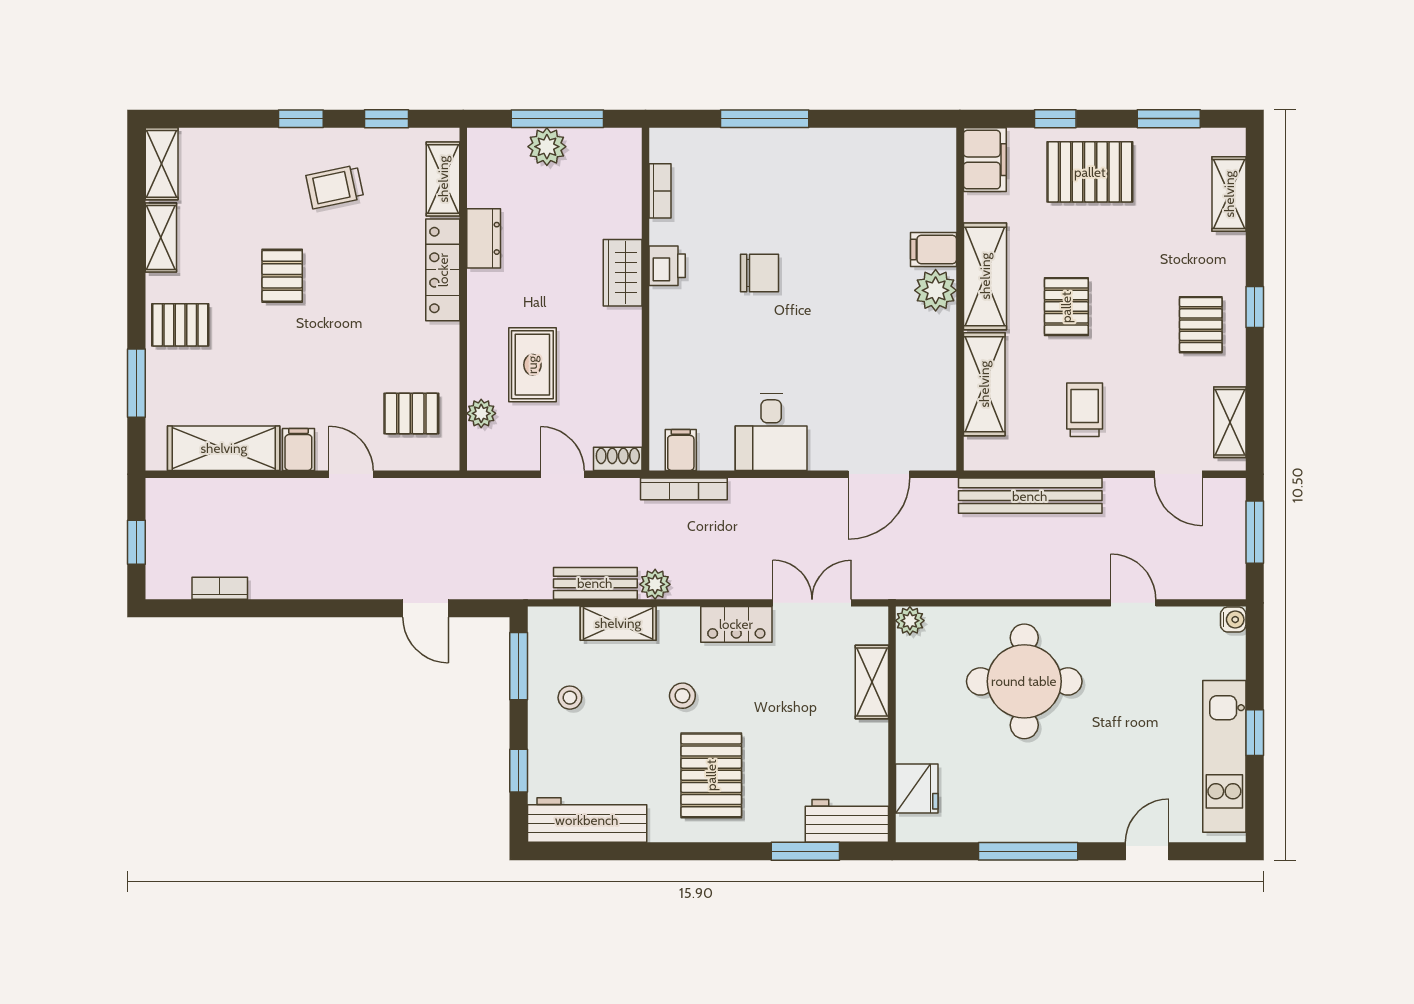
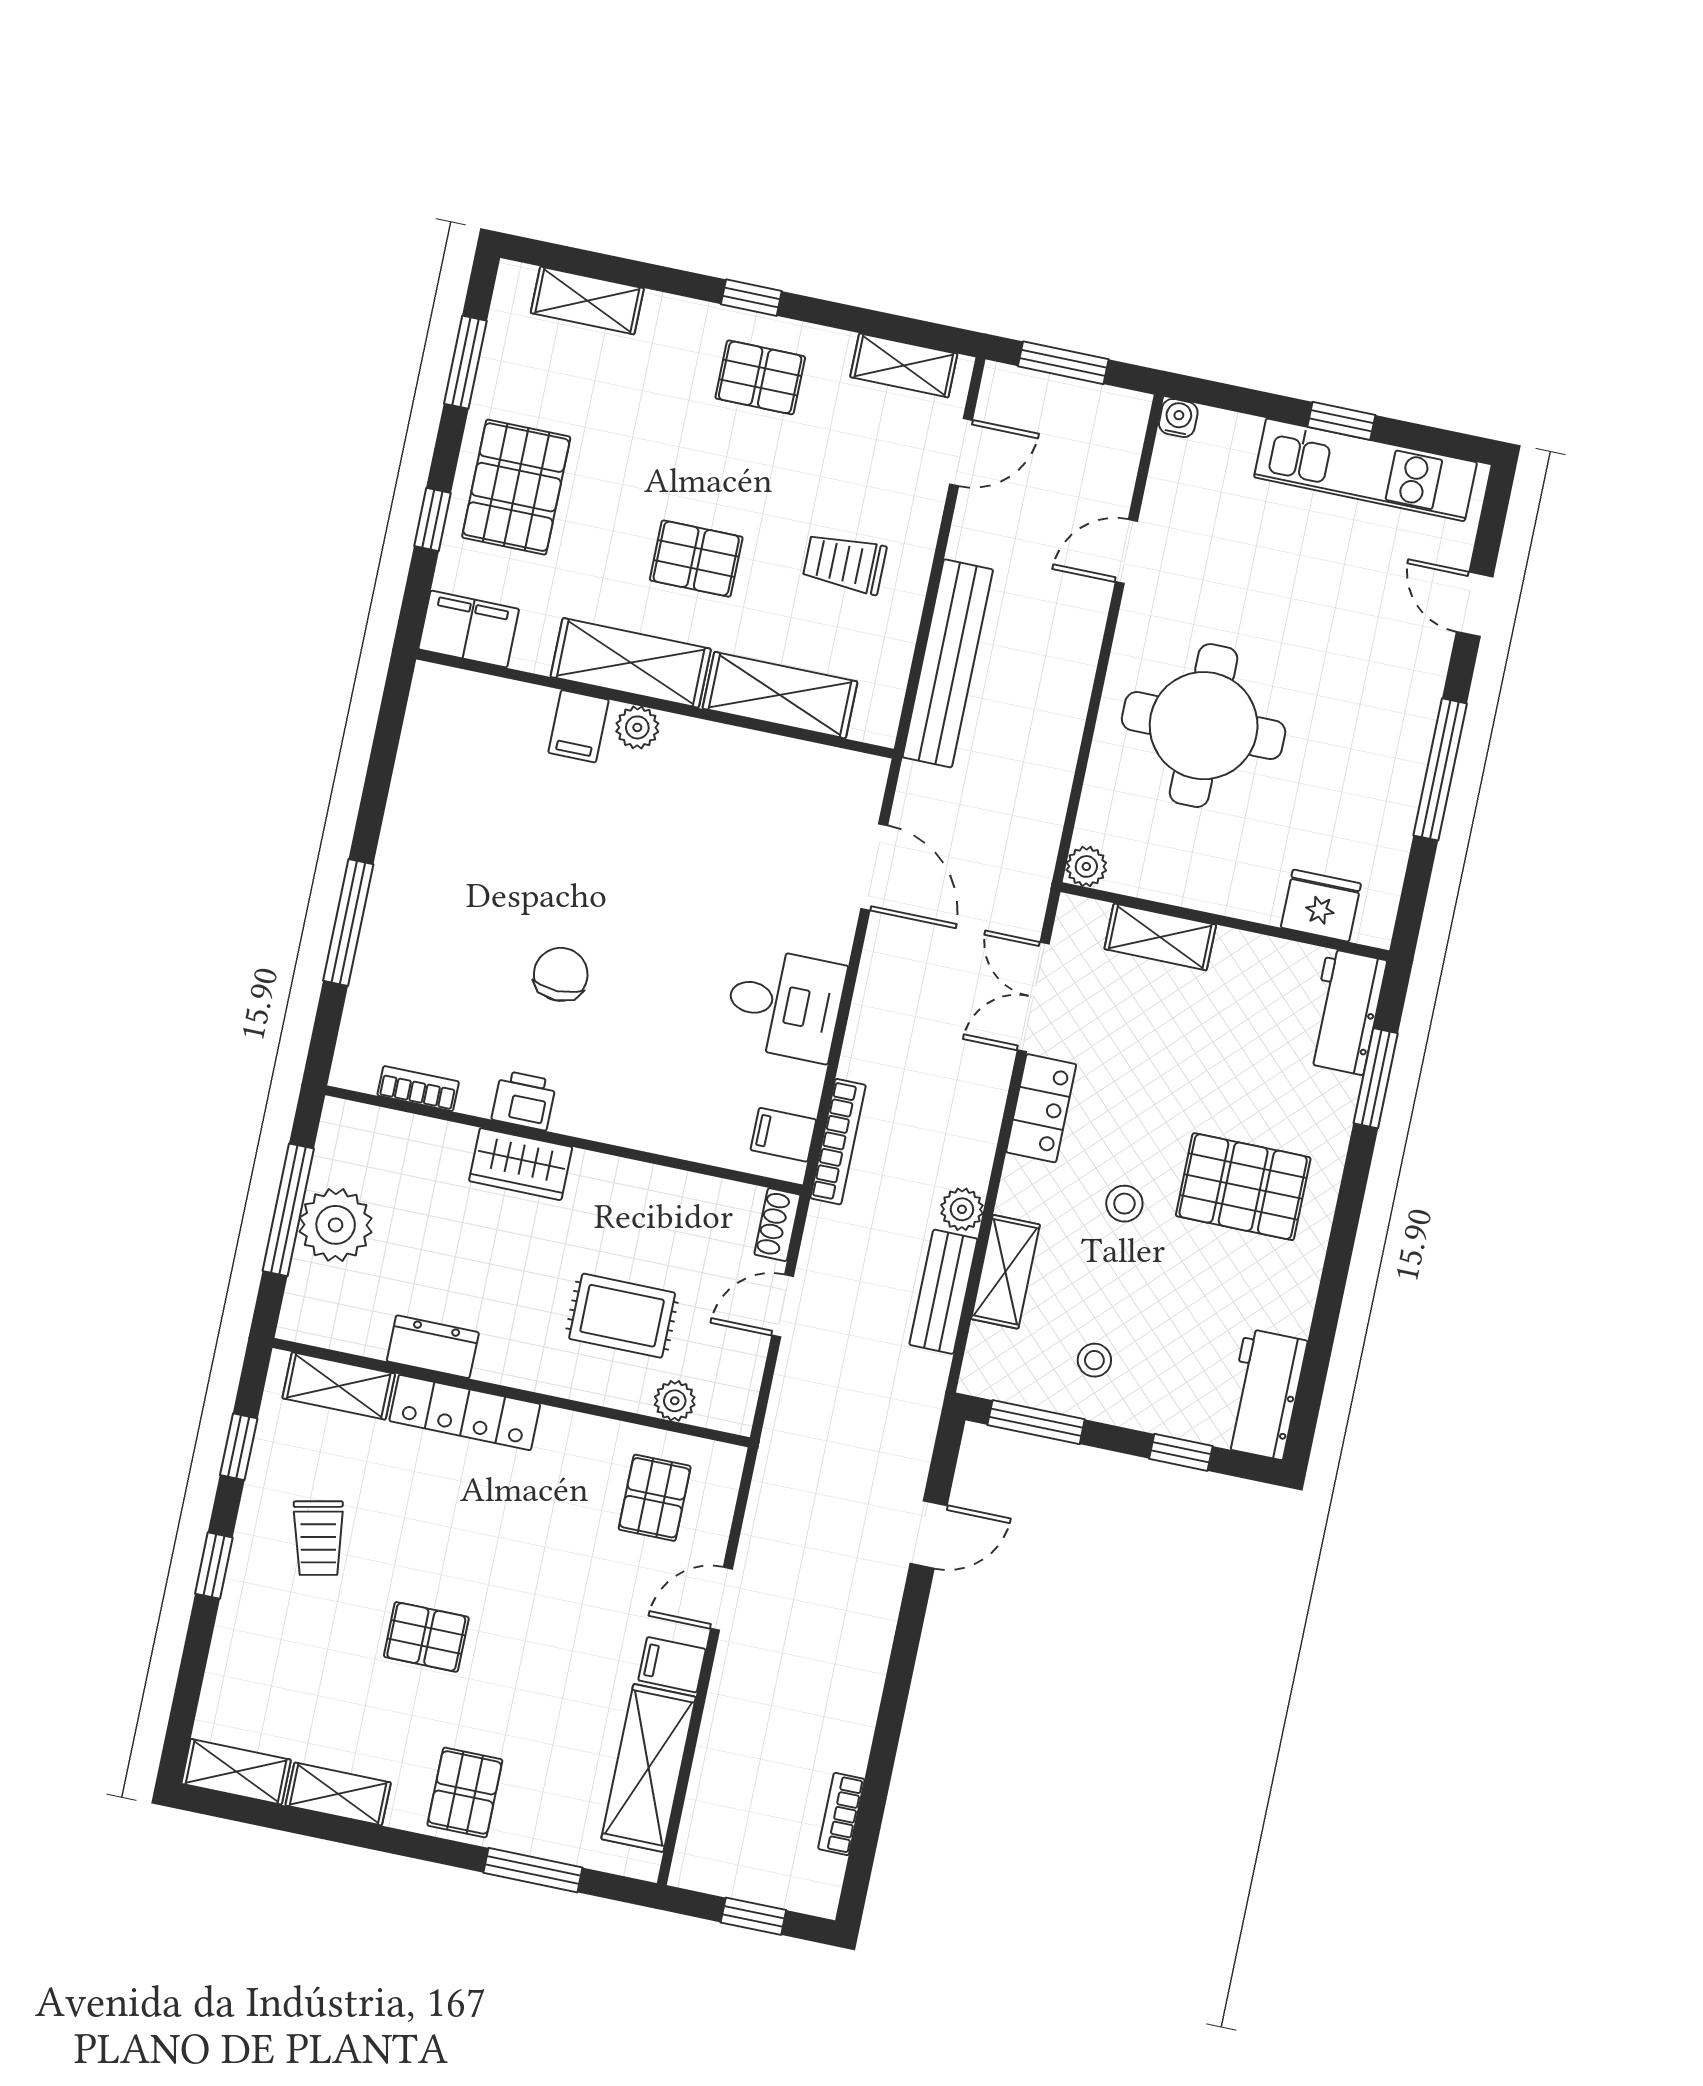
plant: (547, 147) -> (336, 1225), width x1.36, depth x1.36
plant: (936, 290) -> (637, 727), width x0.73, depth x0.73
workbench: (587, 820) -> (1264, 1394), width x0.73

